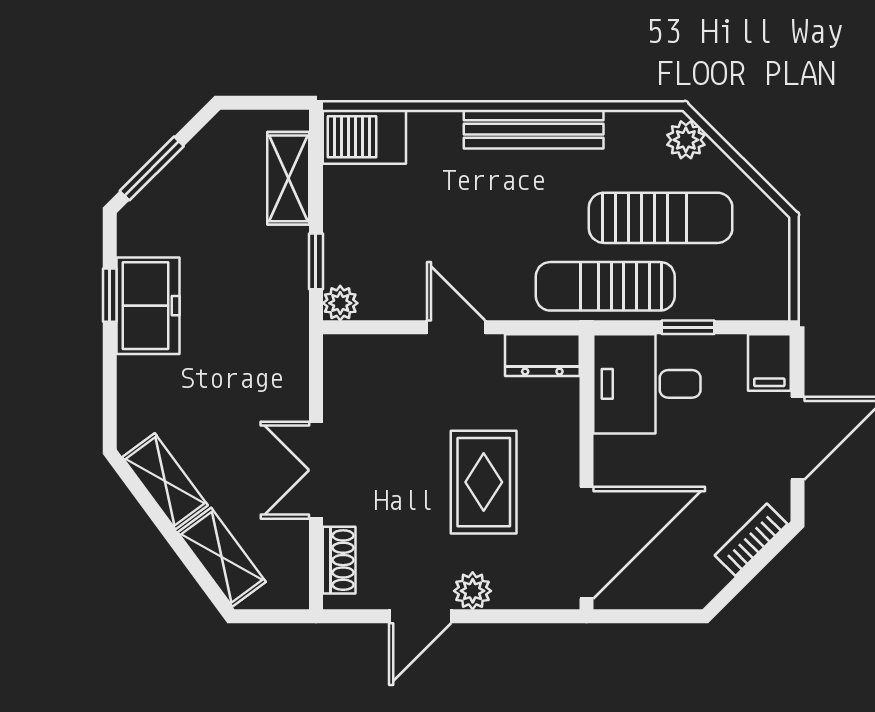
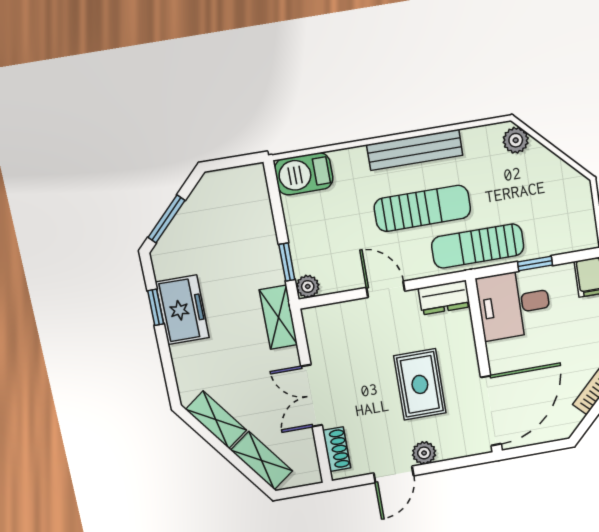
shelving: (288, 178) -> (278, 317), moved
sun lounger: (661, 218) -> (422, 208), moved

